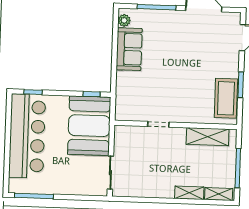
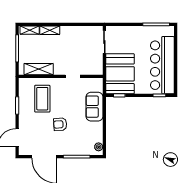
sofa: (129, 49) -> (94, 107), moved
armchair: (179, 55) -> (60, 124), added
coffee table: (226, 98) -> (42, 99), moved

